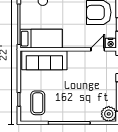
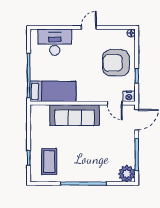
door: (98, 49) -> (115, 103), swing flipped
sofa: (44, 60) -> (75, 115), moved

